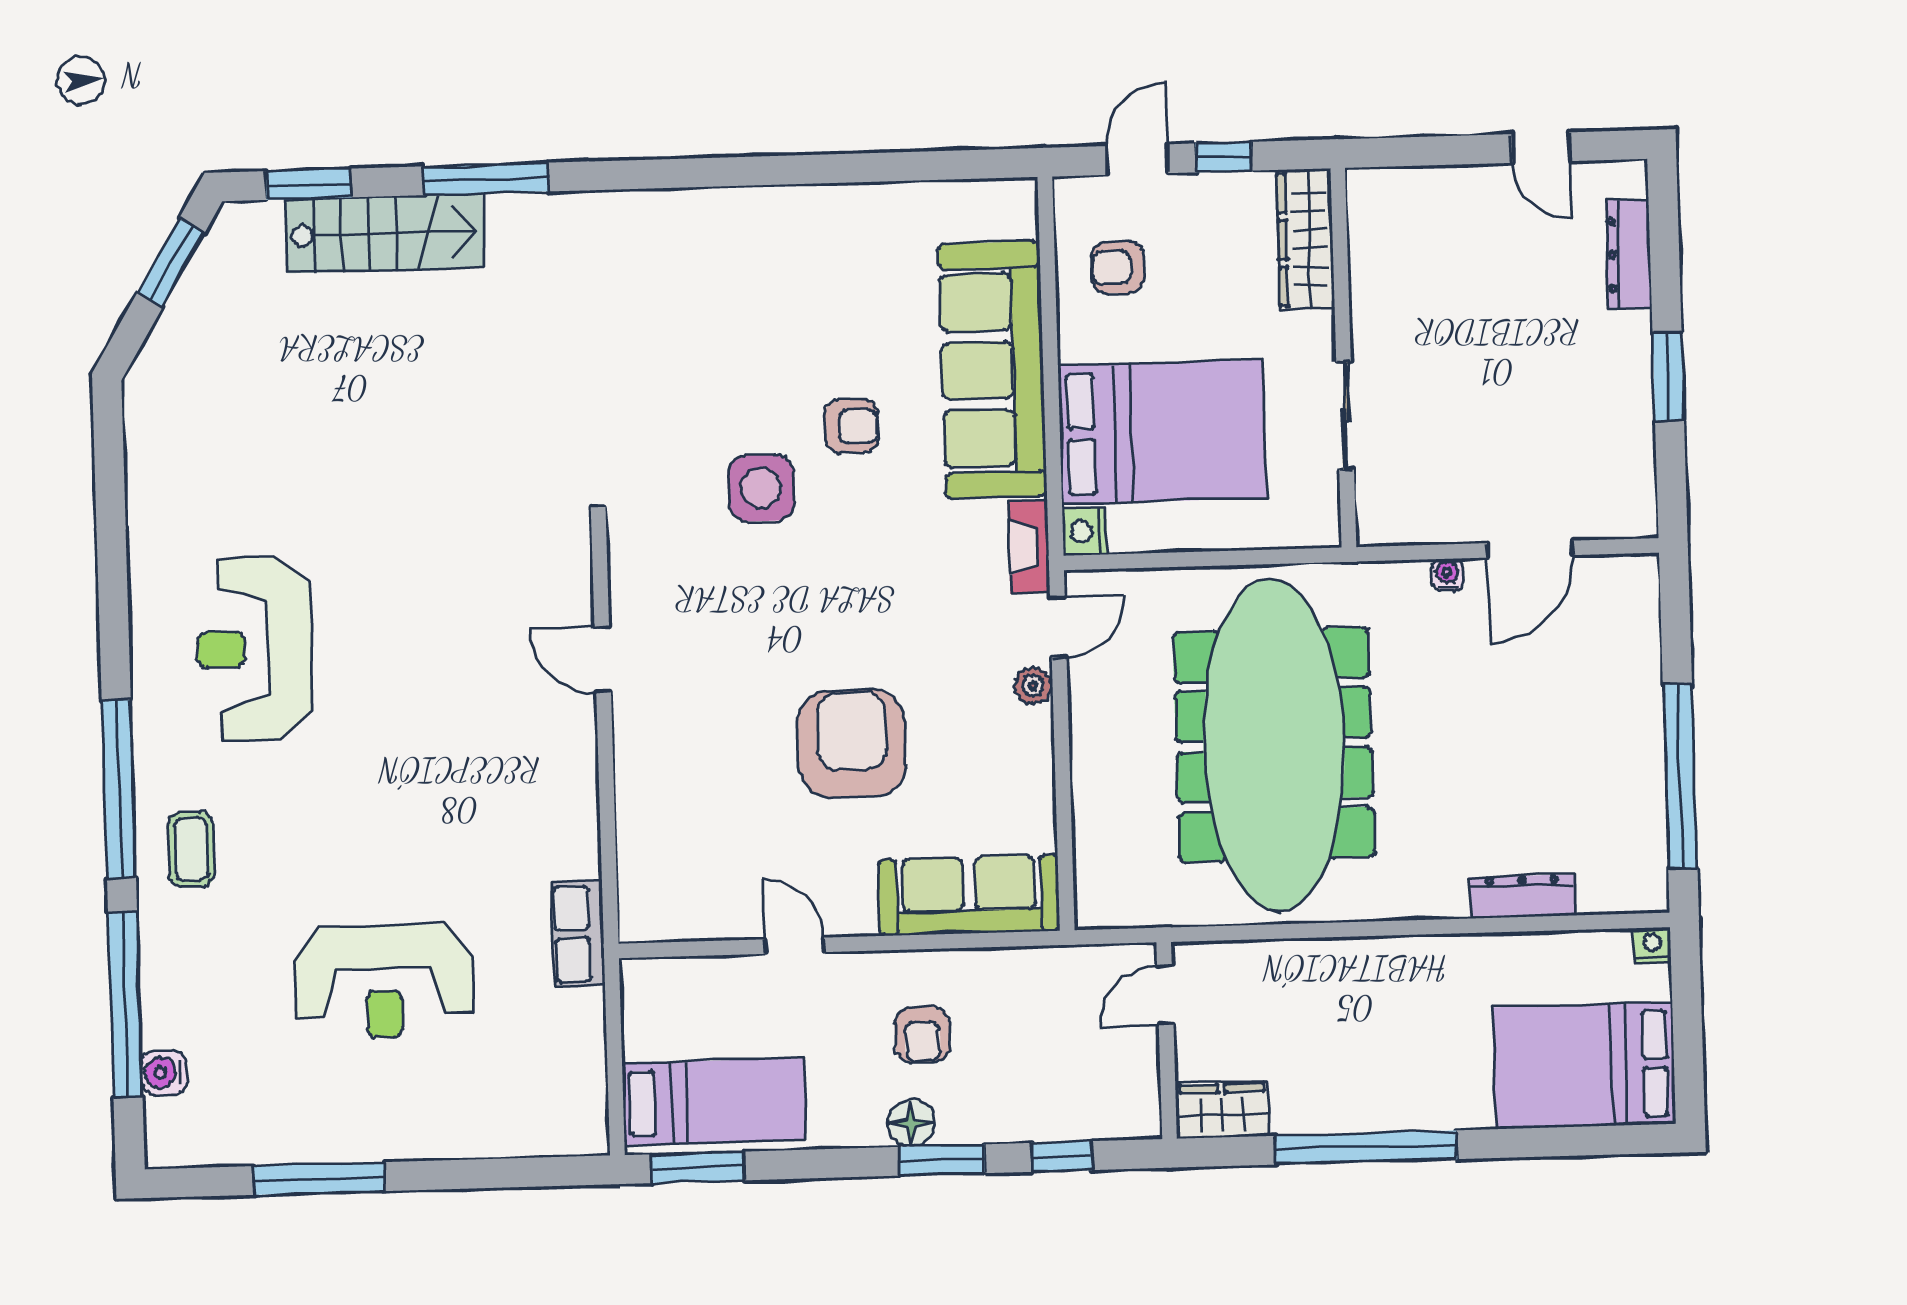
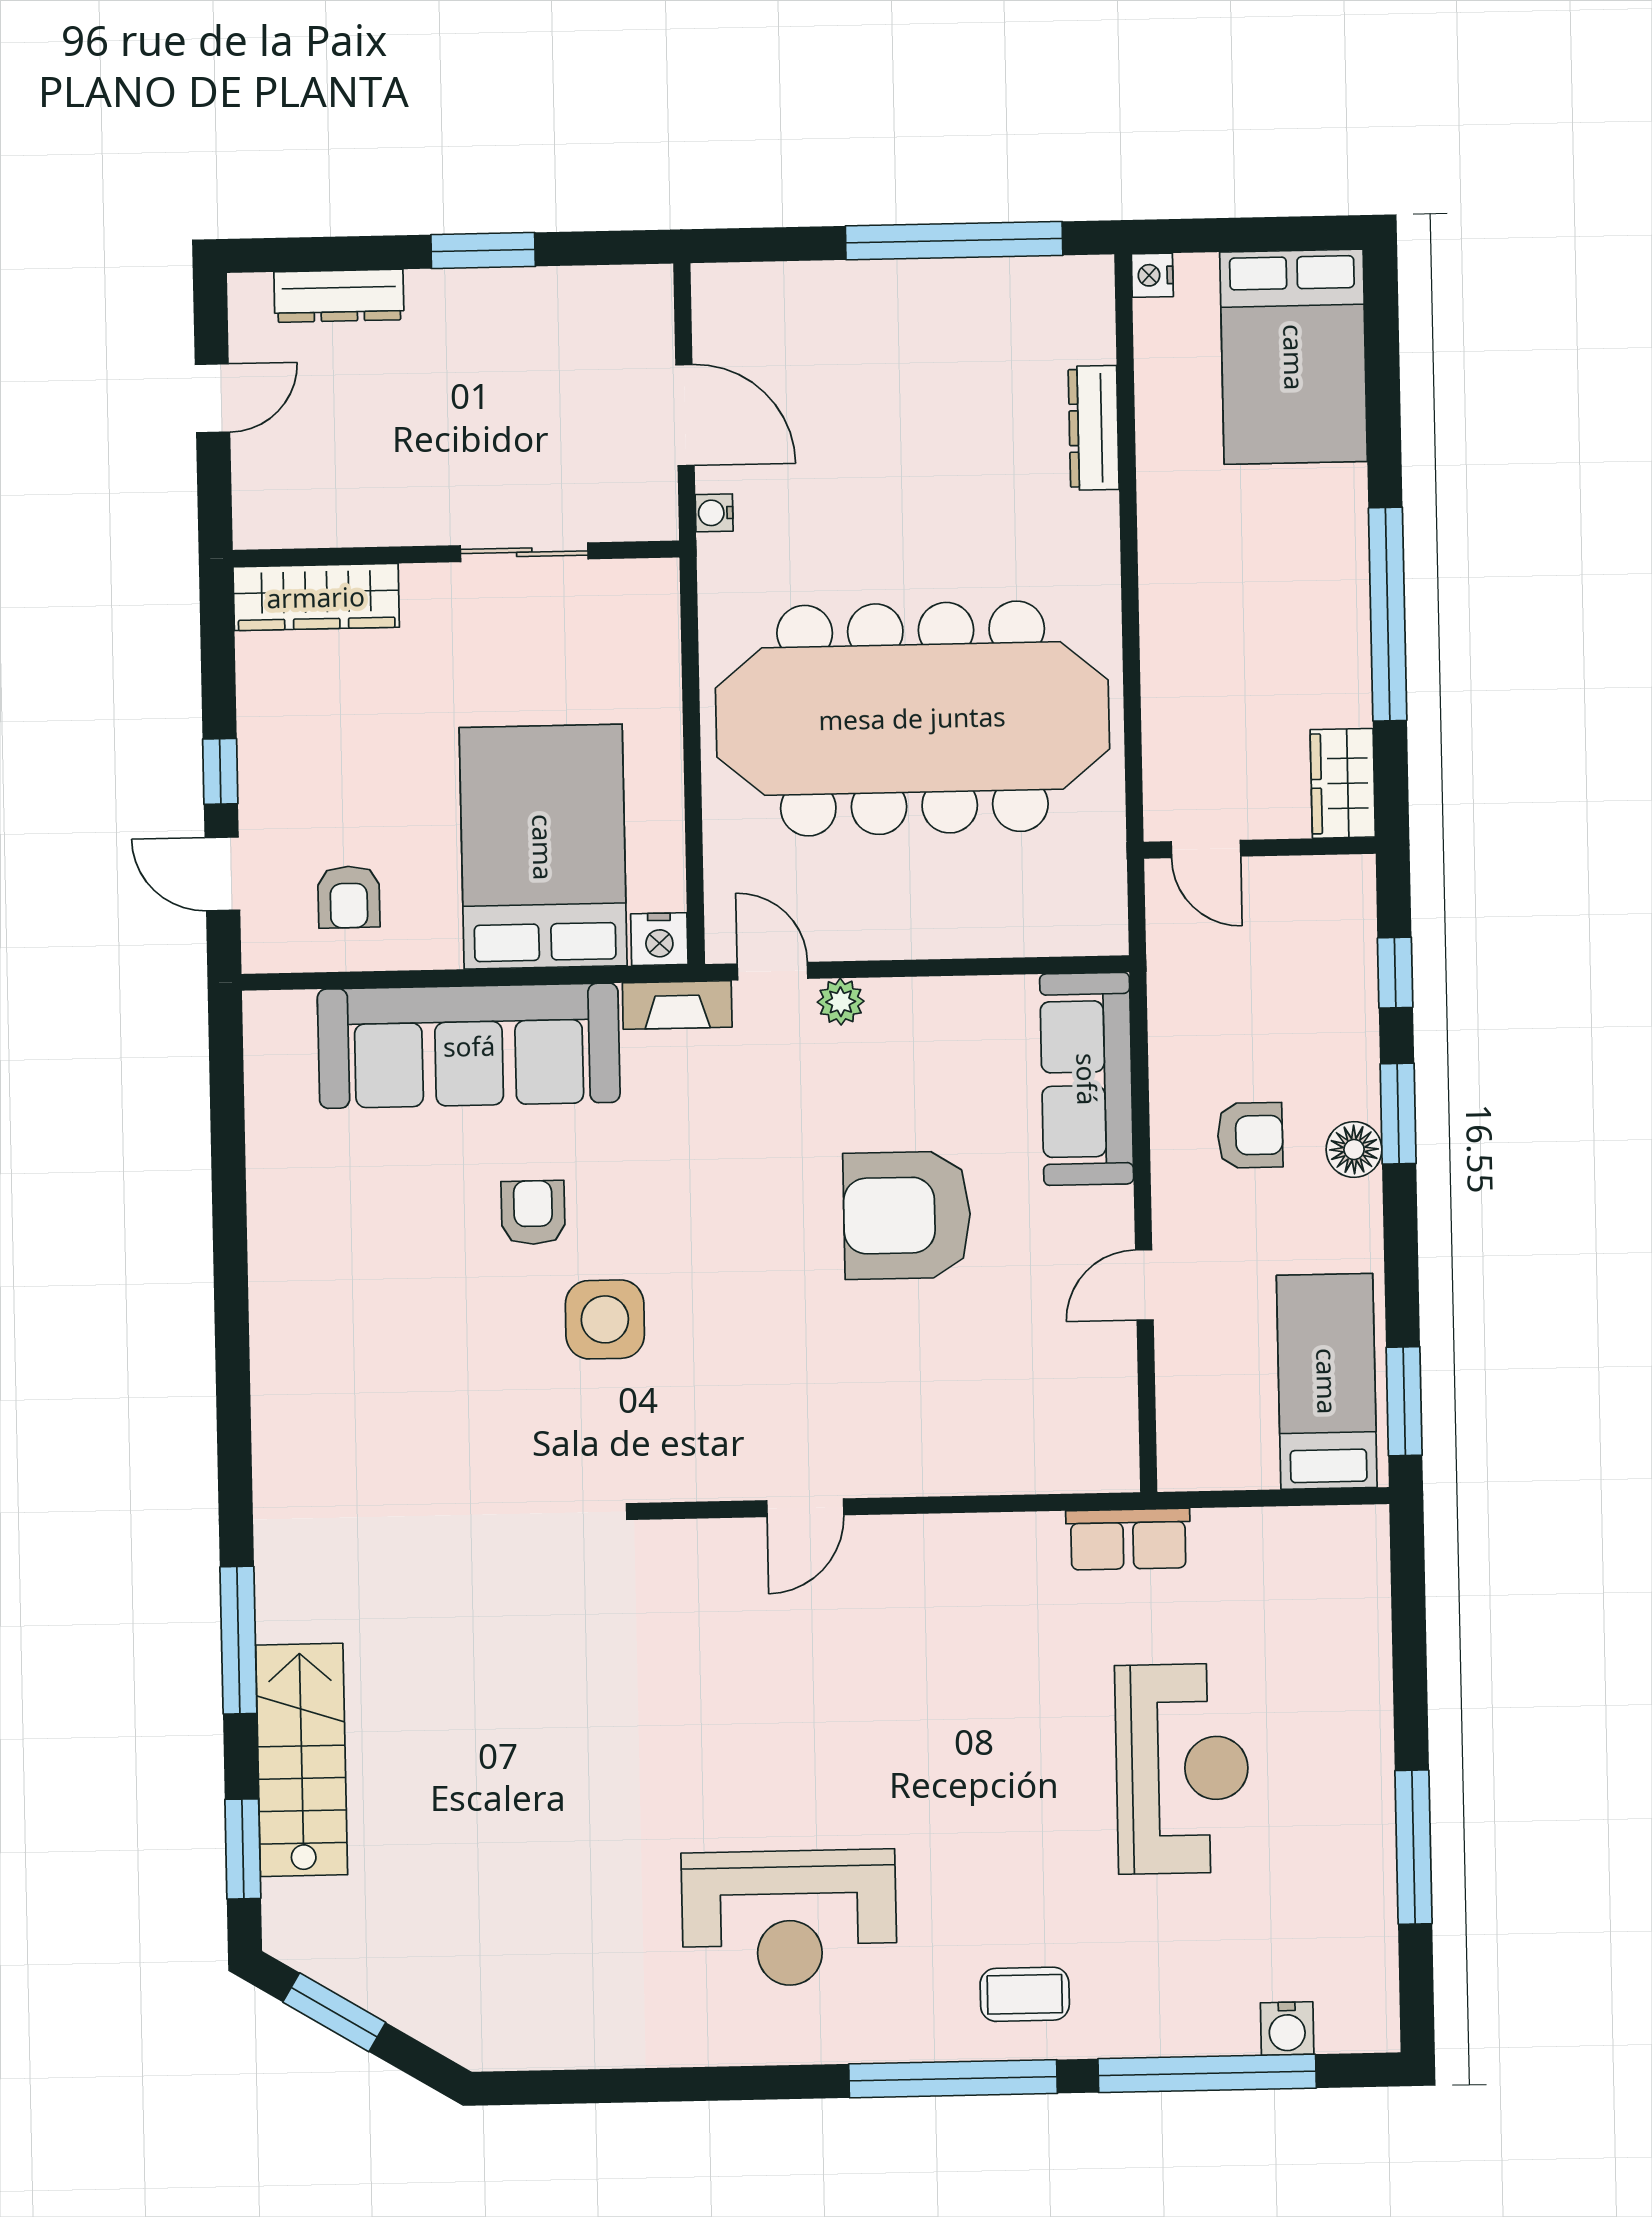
wardrobe: (1305, 239) -> (316, 597), moved
wall: (1343, 358) -> (456, 554), moved
sliding door: (1345, 416) -> (524, 552), moved

